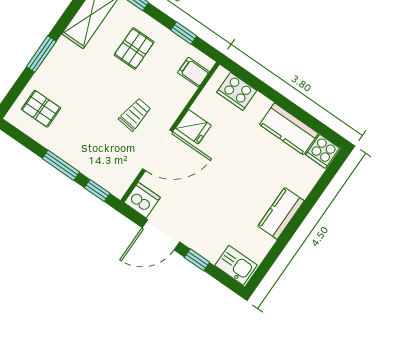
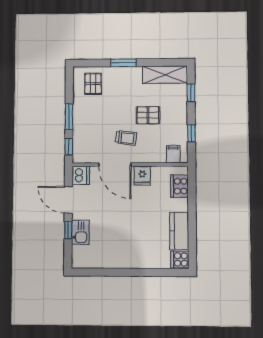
pallet: (134, 48) -> (148, 115), moved
kitchen counter: (281, 213) -> (128, 260), removed
kitchen sink: (236, 265) -> (80, 232), moved

